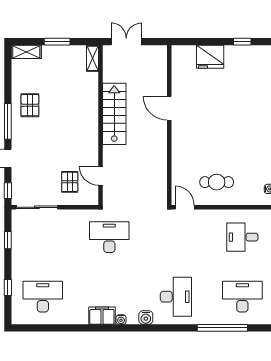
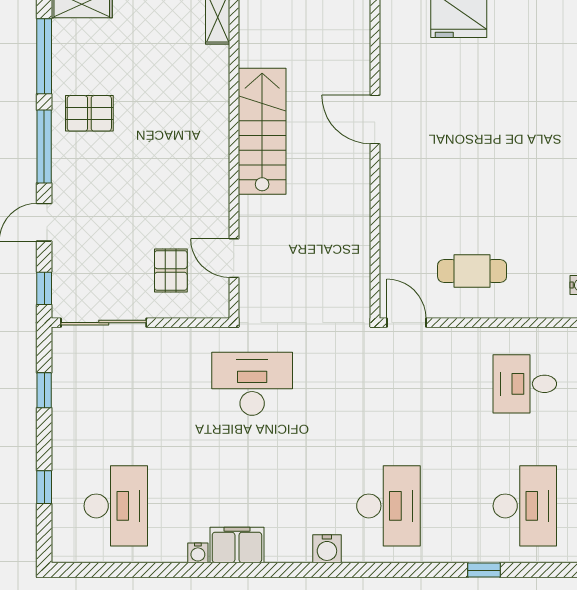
window: (8, 77) -> (44, 56), added
pallet: (30, 105) -> (89, 113), turned 90
desk: (43, 297) -> (116, 506), turned 90
desk: (242, 297) -> (525, 506), turned 90
water cooler: (121, 320) -> (198, 553), moved
window: (222, 328) -> (484, 570), width x0.32

